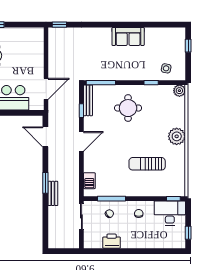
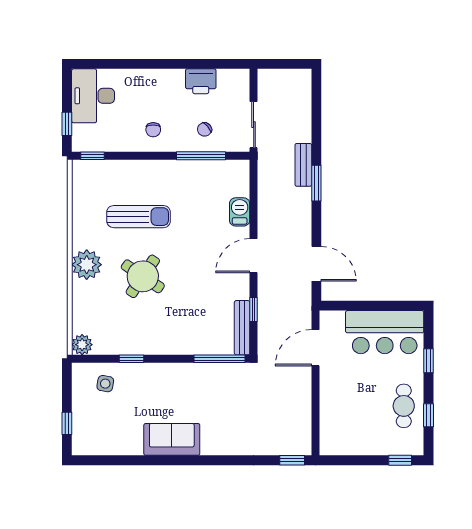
round table: (128, 108) -> (143, 276), moved, turned 34
barbecue: (89, 181) -> (240, 212), moved
desk: (170, 213) -> (93, 96), moved, turned 90
window: (188, 233) -> (67, 124), moved

